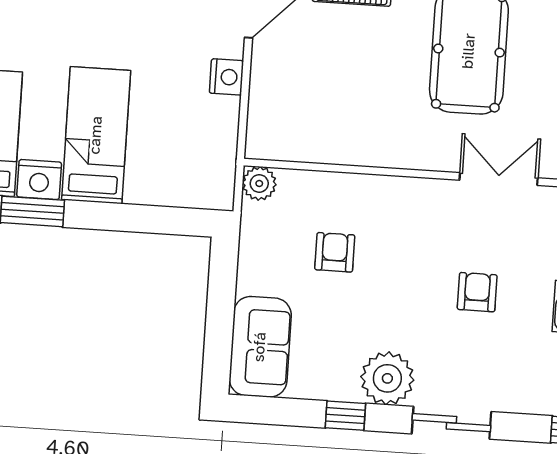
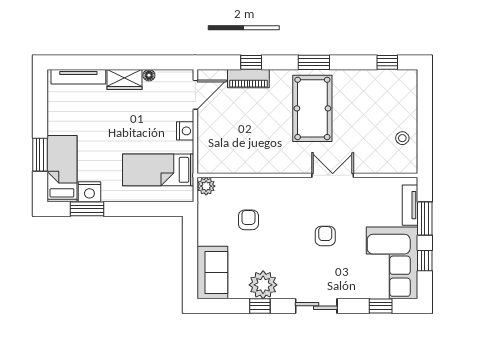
bed: (96, 135) -> (158, 170), moved, turned -90
plant: (387, 378) -> (263, 285), moved

